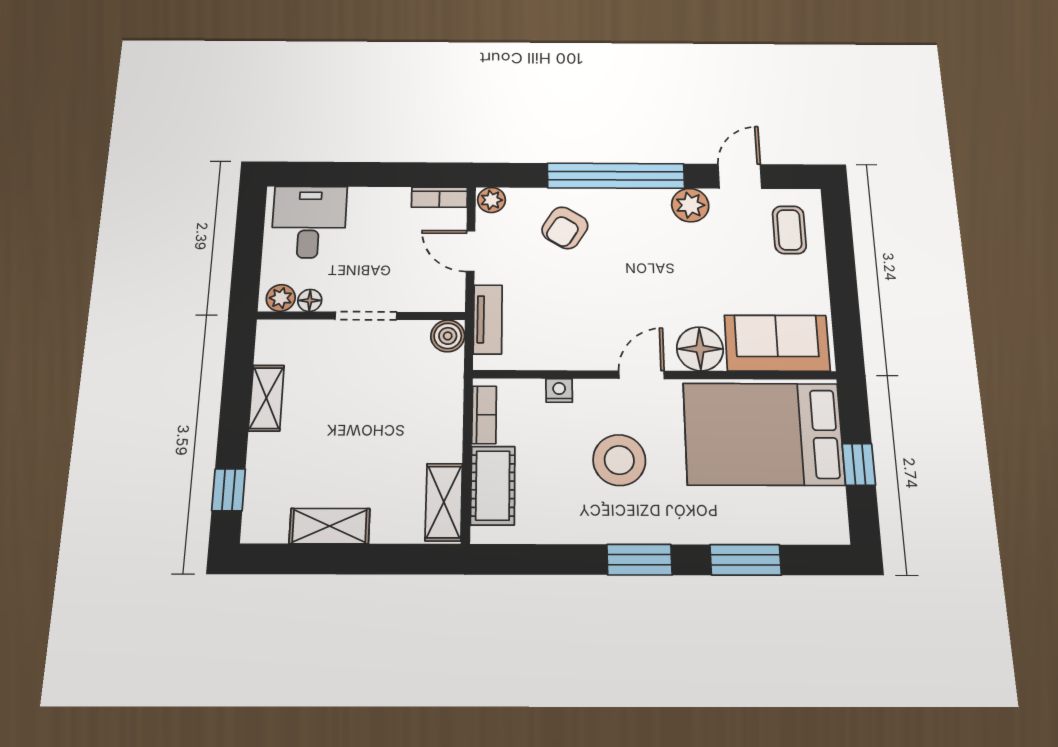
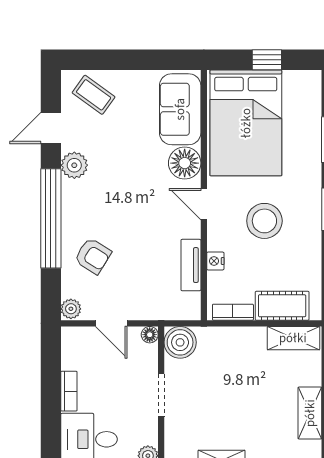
door: (740, 176) -> (51, 128), hinge flipped
bookcase: (439, 197) -> (69, 391), moved
coffee table: (789, 230) -> (94, 95), turned 36
door: (470, 251) -> (111, 323), hinge flipped
floor lamp: (310, 300) -> (150, 335), moved
tv unit: (488, 319) -> (191, 265), moved, turned -90
boiler: (448, 336) -> (180, 342), width x1.36, depth x1.36

